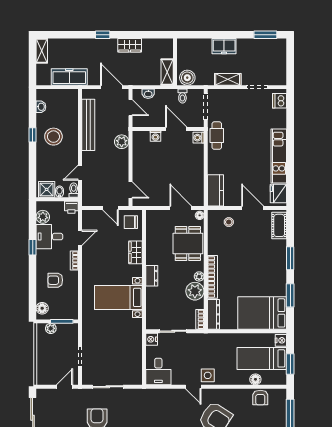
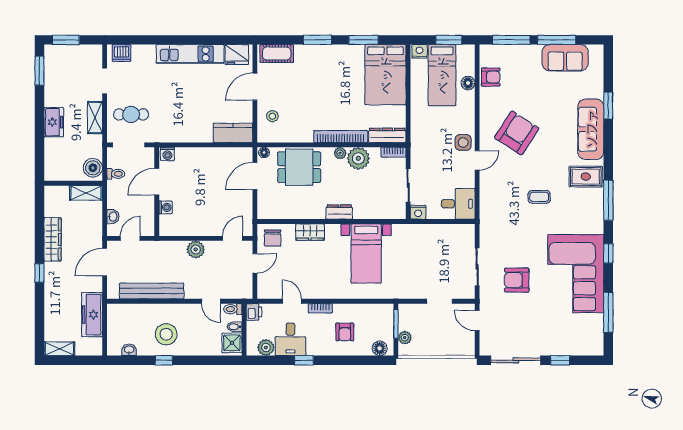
wardrobe: (130, 45) -> (53, 239), width x1.50
window: (290, 56) -> (66, 40), added
cafe table: (217, 136) -> (131, 114), moved
plant: (122, 142) -> (196, 249), moved

